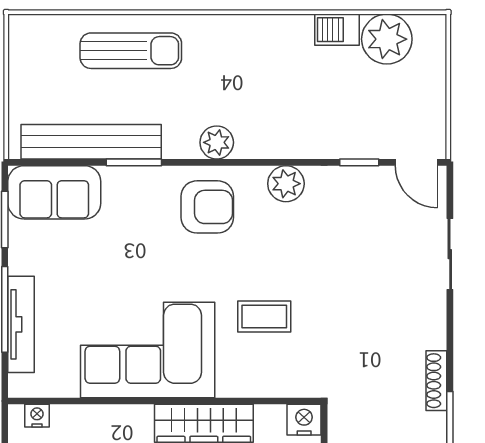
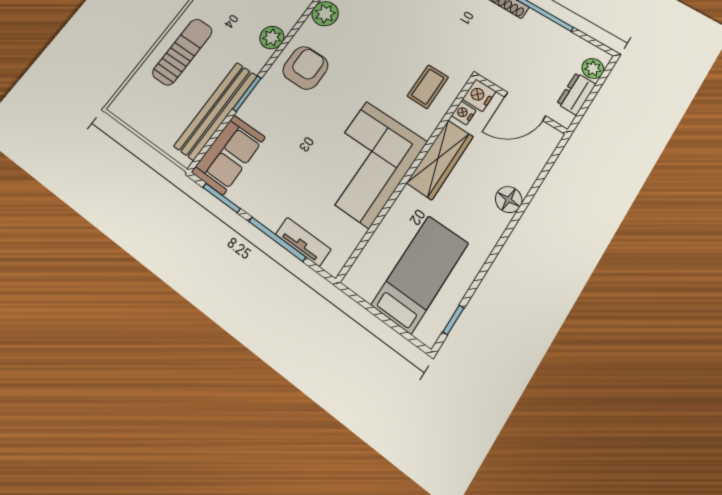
coffee table: (264, 317) -> (428, 87), moved
tv unit: (21, 324) -> (303, 242), width x0.71
nightstand: (37, 416) -> (464, 113), moved

